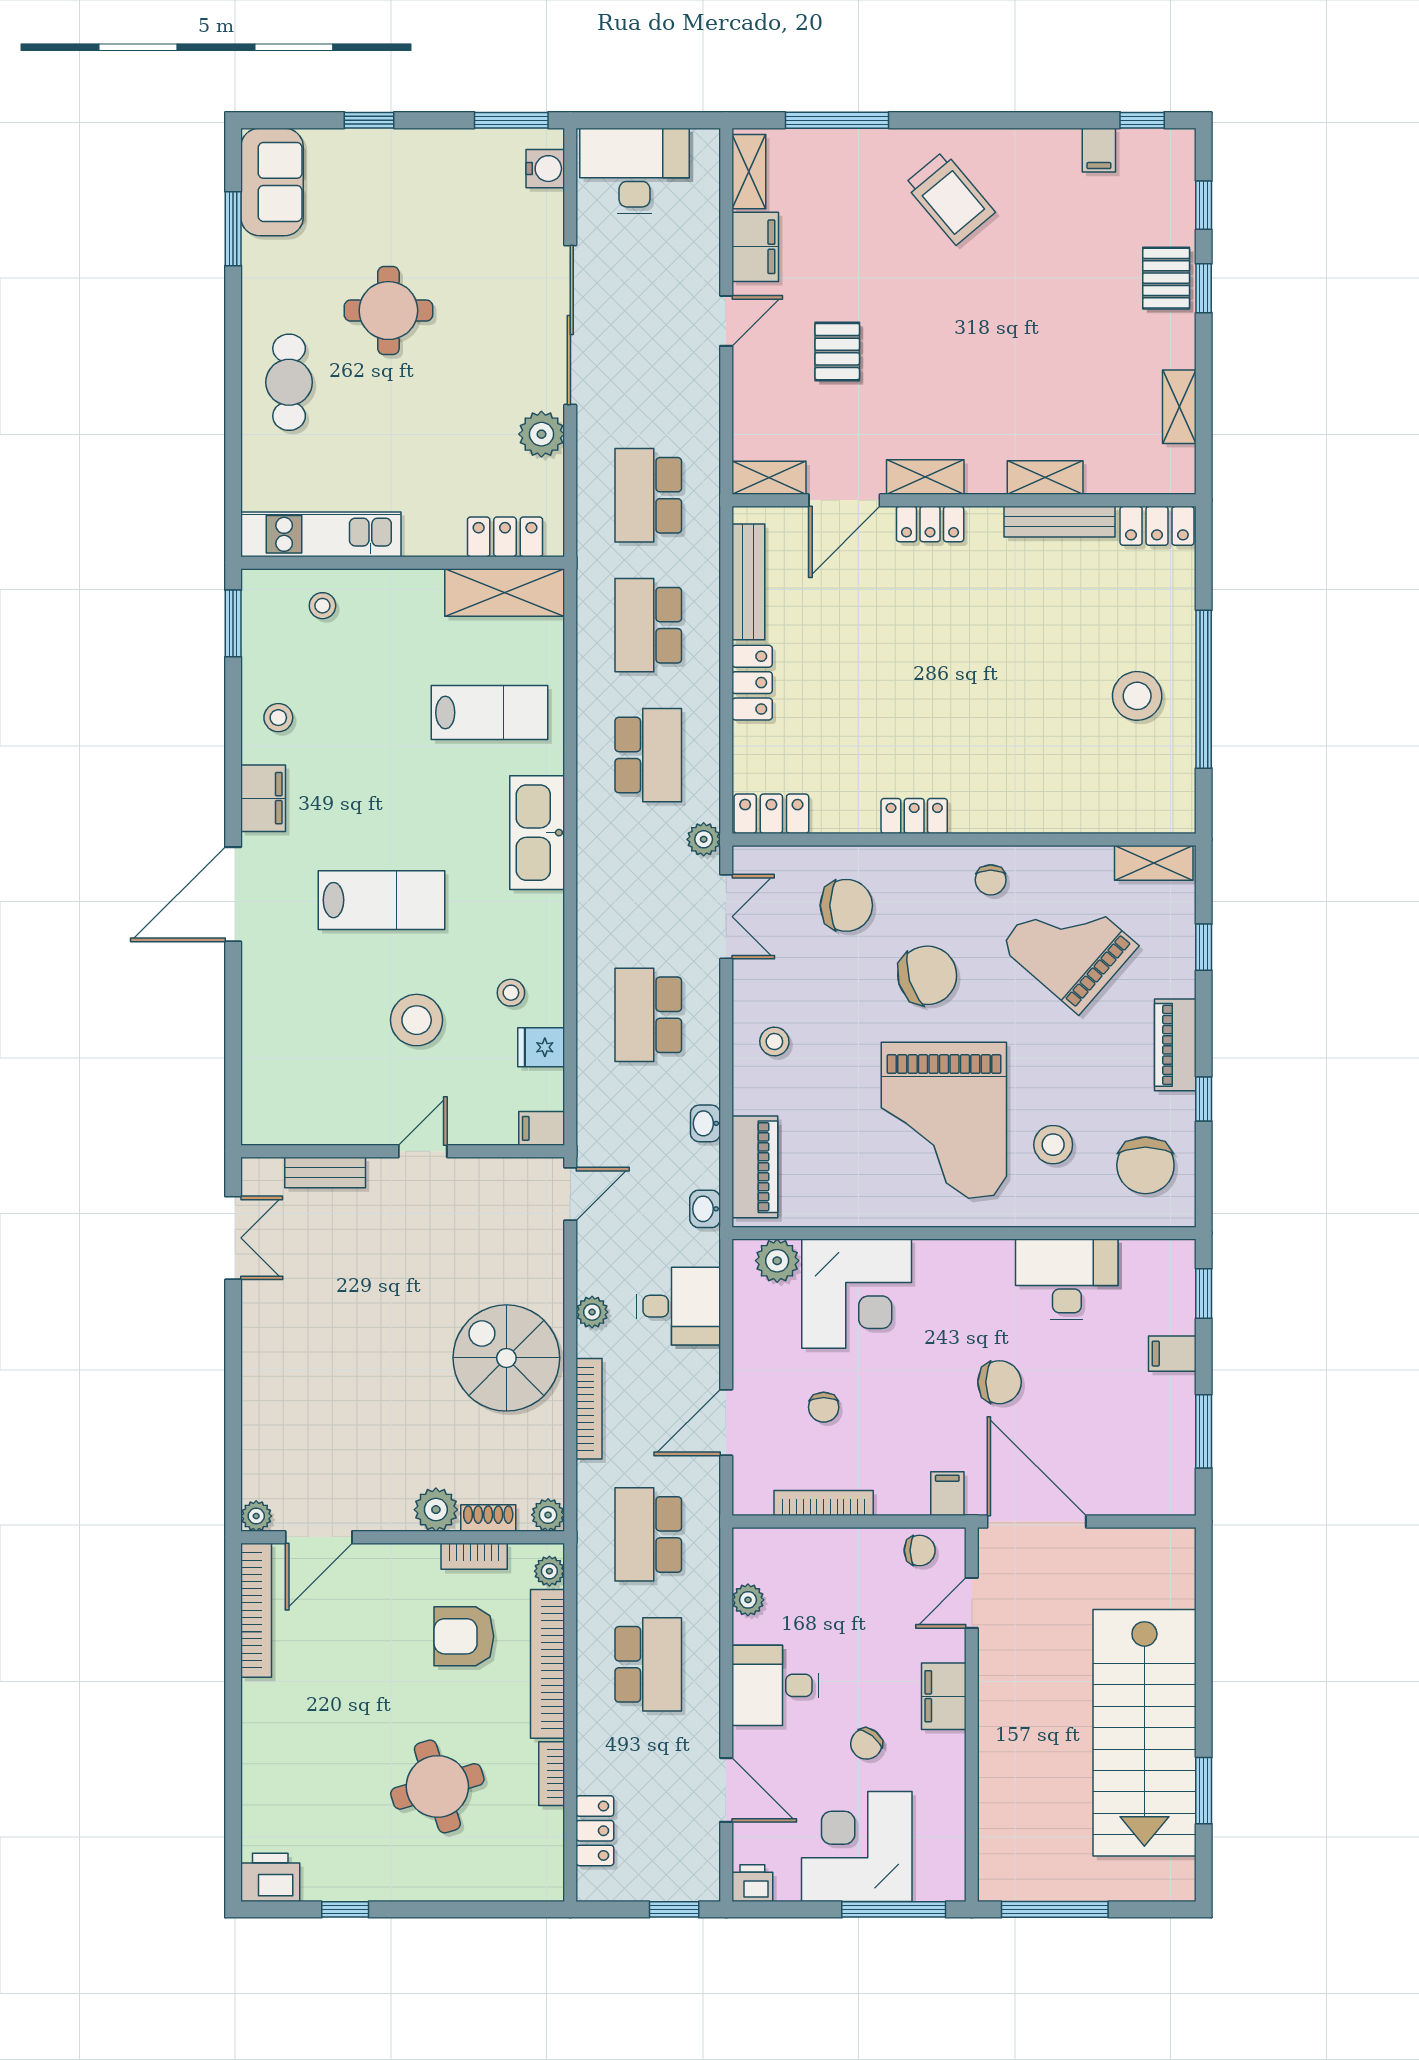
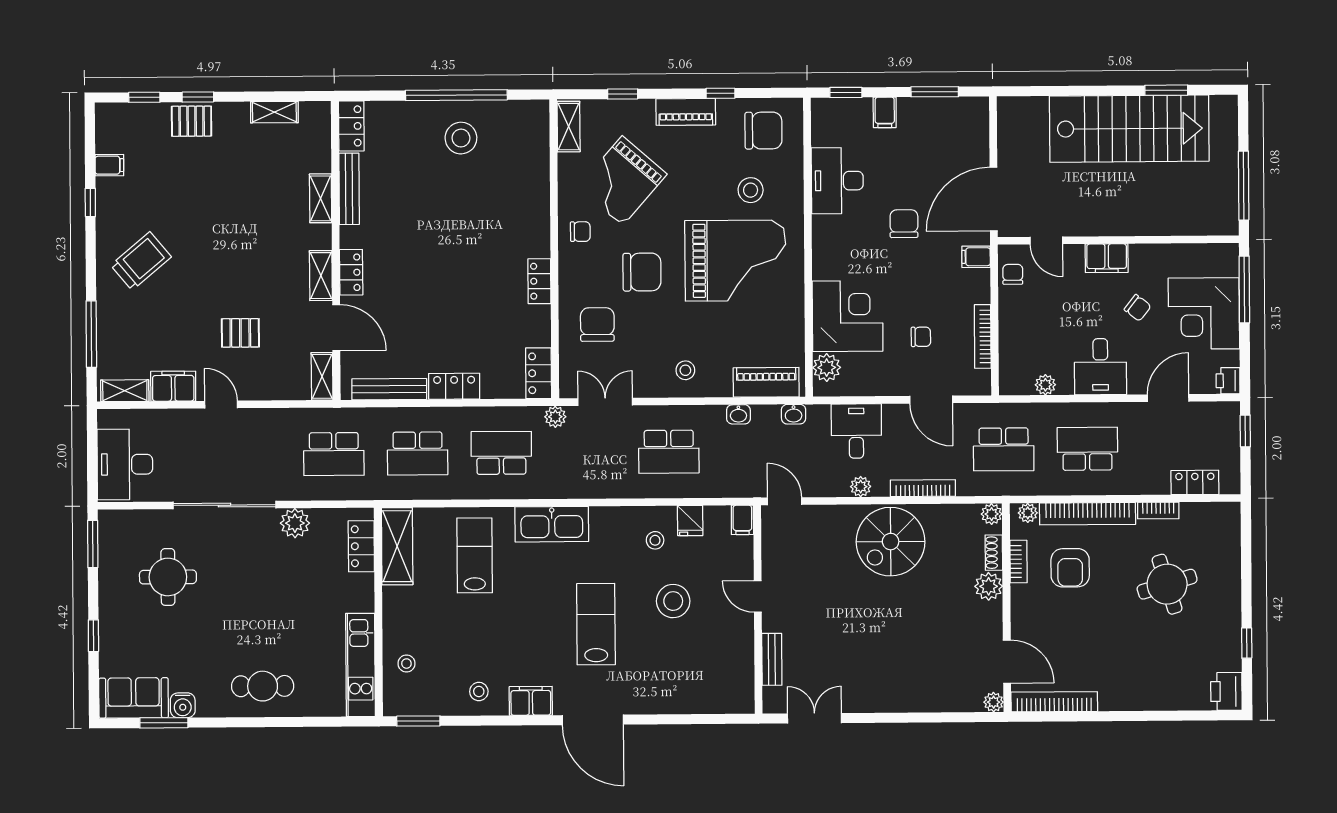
window: (1142, 120) -> (90, 202), moved
water cooler: (545, 169) -> (183, 705), moved, turned 180
round table: (388, 311) -> (168, 577), moved
chair: (927, 975) -> (642, 272), turned 107

